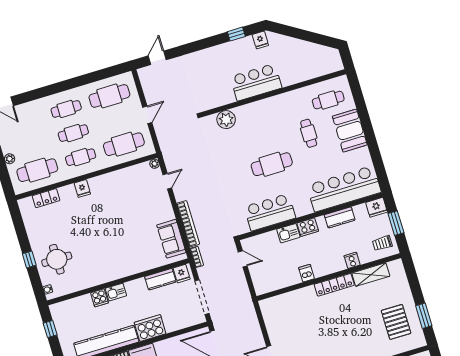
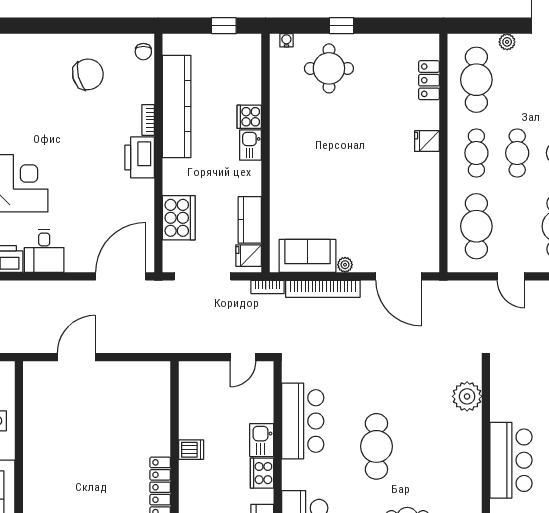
plant: (155, 164) -> (345, 265), moved
door: (167, 181) -> (399, 276), width x1.88
cooker: (150, 328) -> (179, 218), moved

